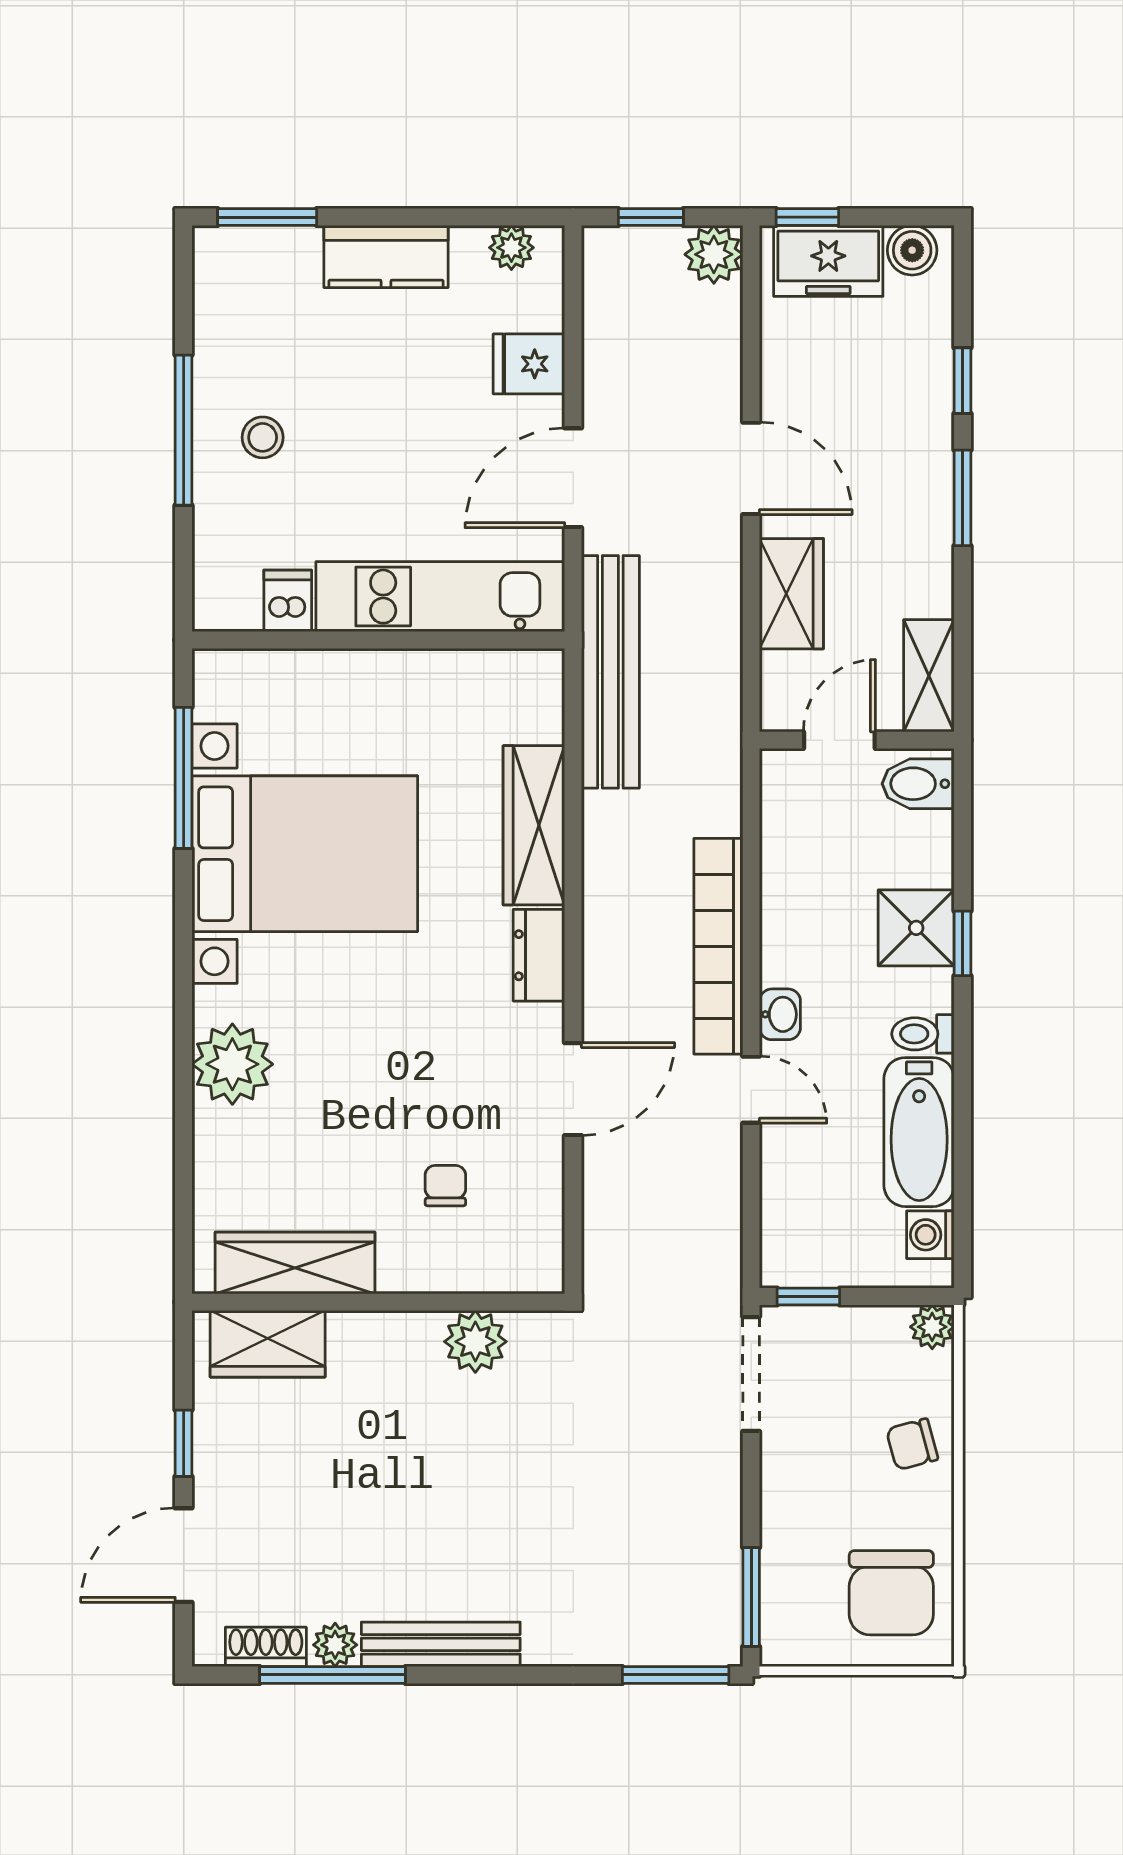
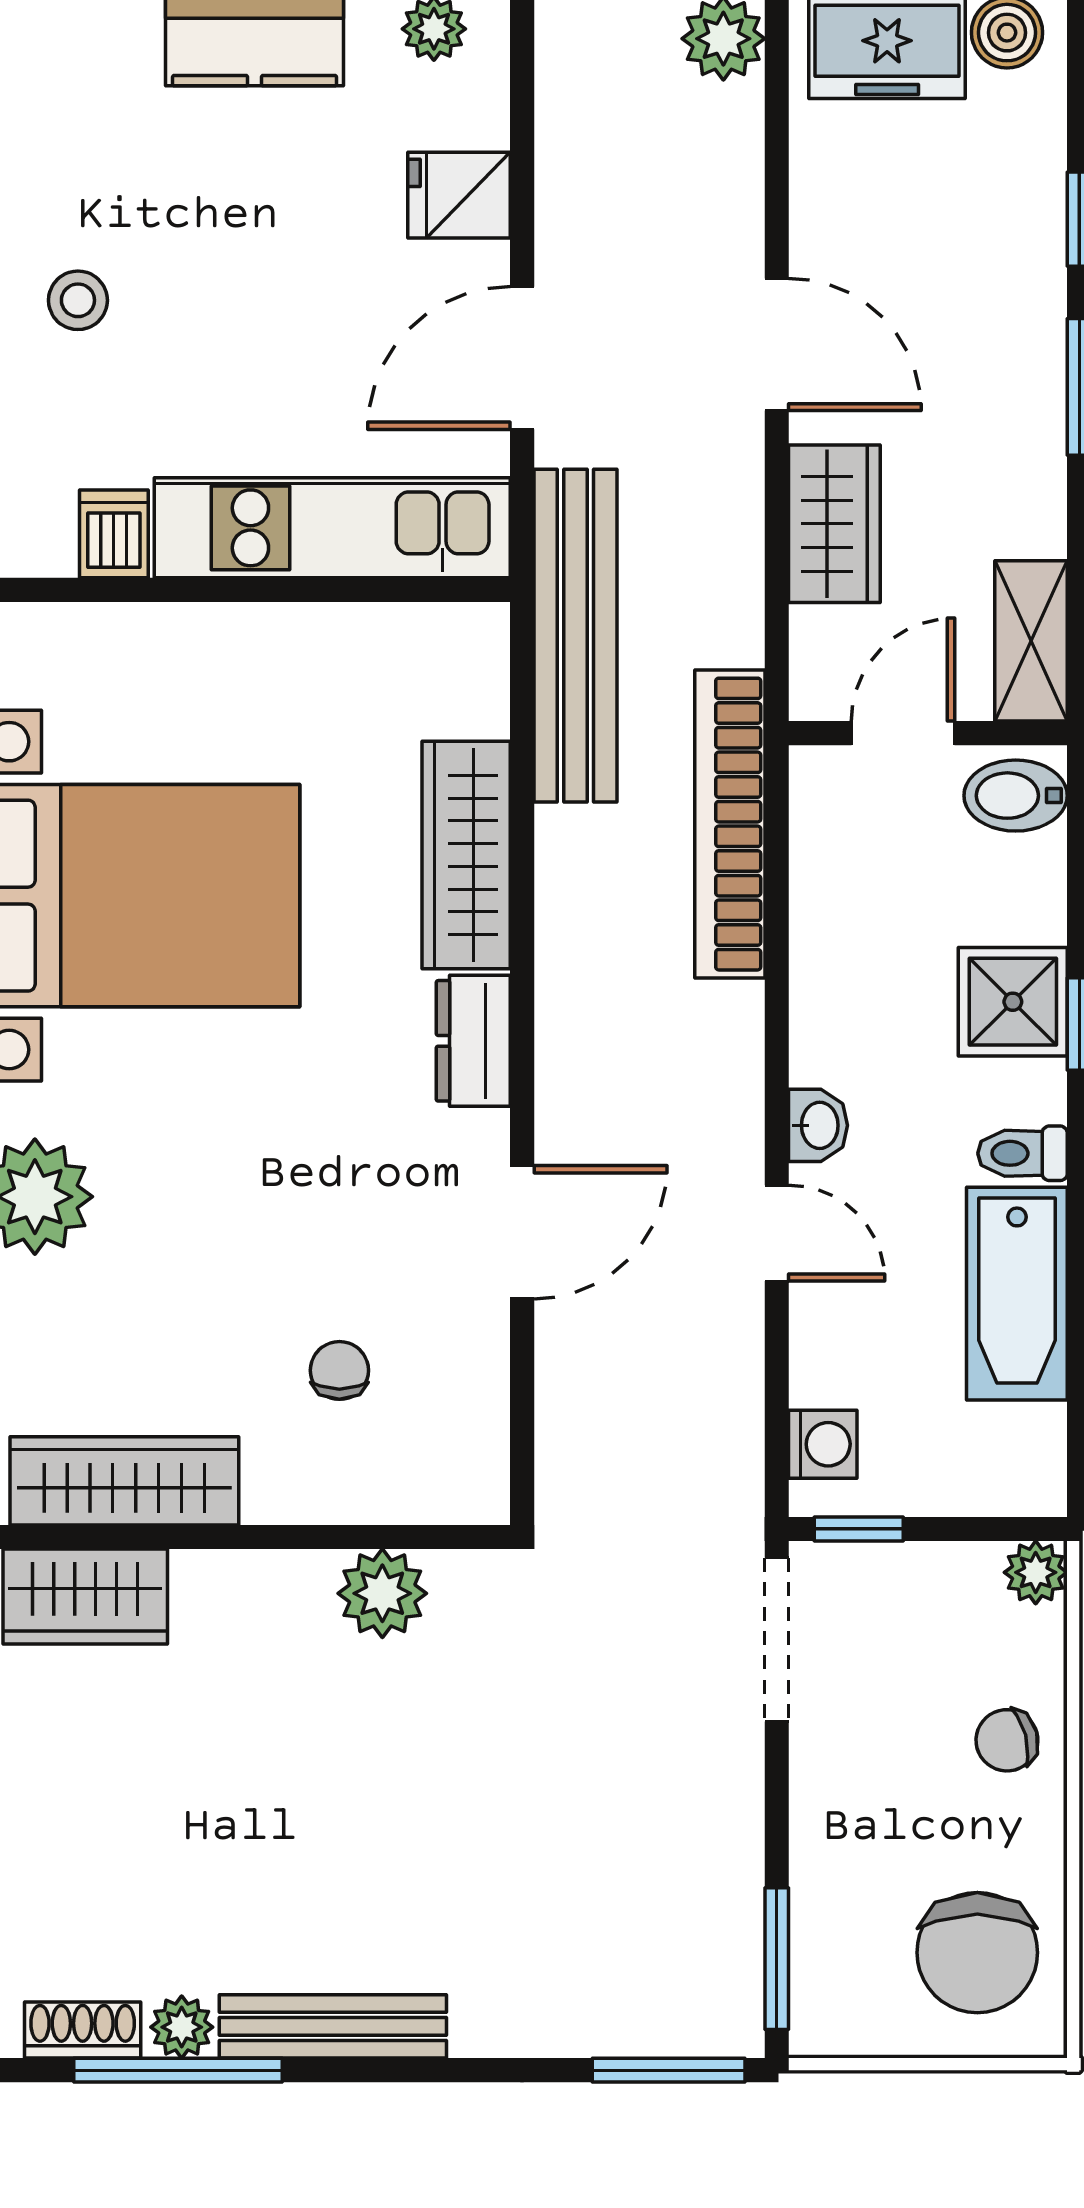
bookcase: (718, 946) -> (730, 824), moved
washing machine: (930, 1235) -> (823, 1444), moved, turned 180

